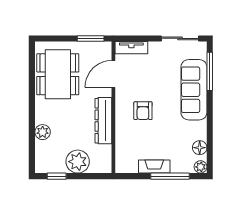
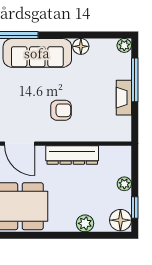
floor lamp: (200, 148) -> (81, 46), moved
plant: (78, 162) -> (124, 184), width x0.53, depth x0.53
floor lamp: (45, 164) -> (120, 220), added

